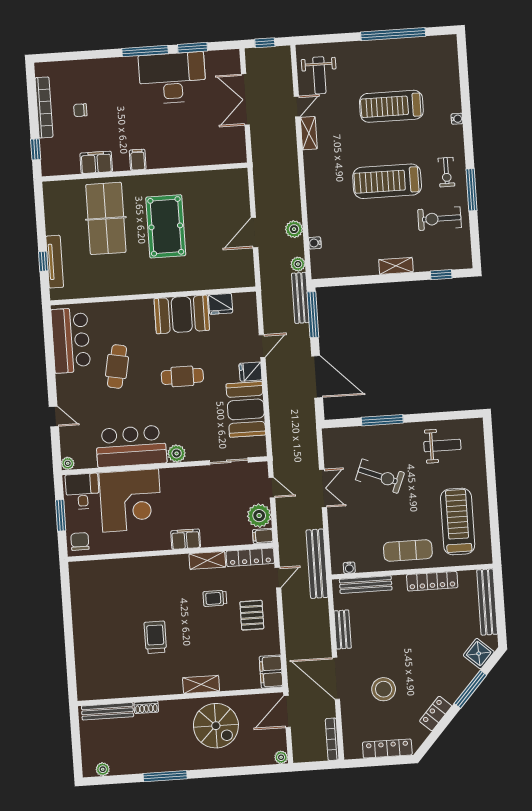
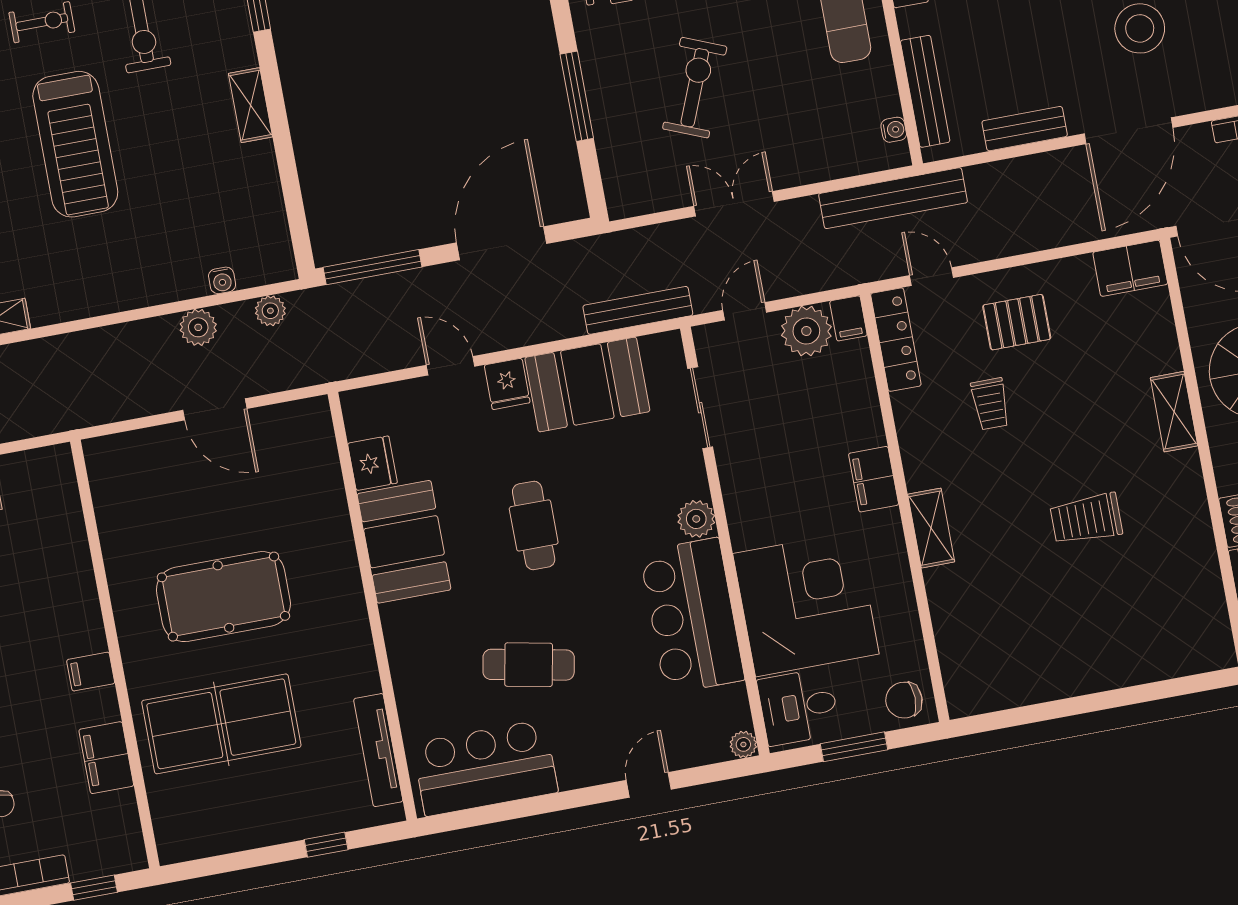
tv unit: (55, 262) -> (378, 750), moved, turned -90
bench: (300, 298) -> (638, 310), moved
shelving: (207, 560) -> (931, 528), moved

